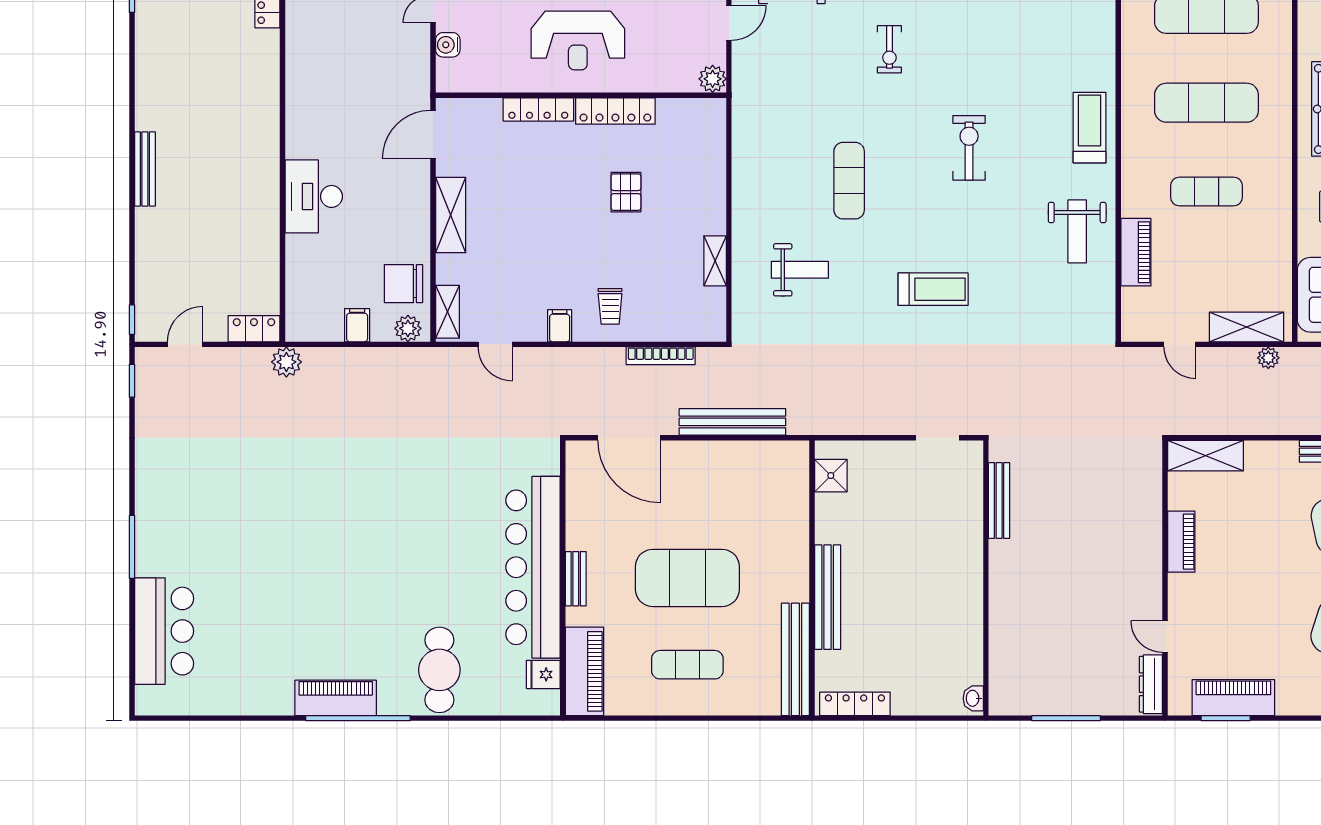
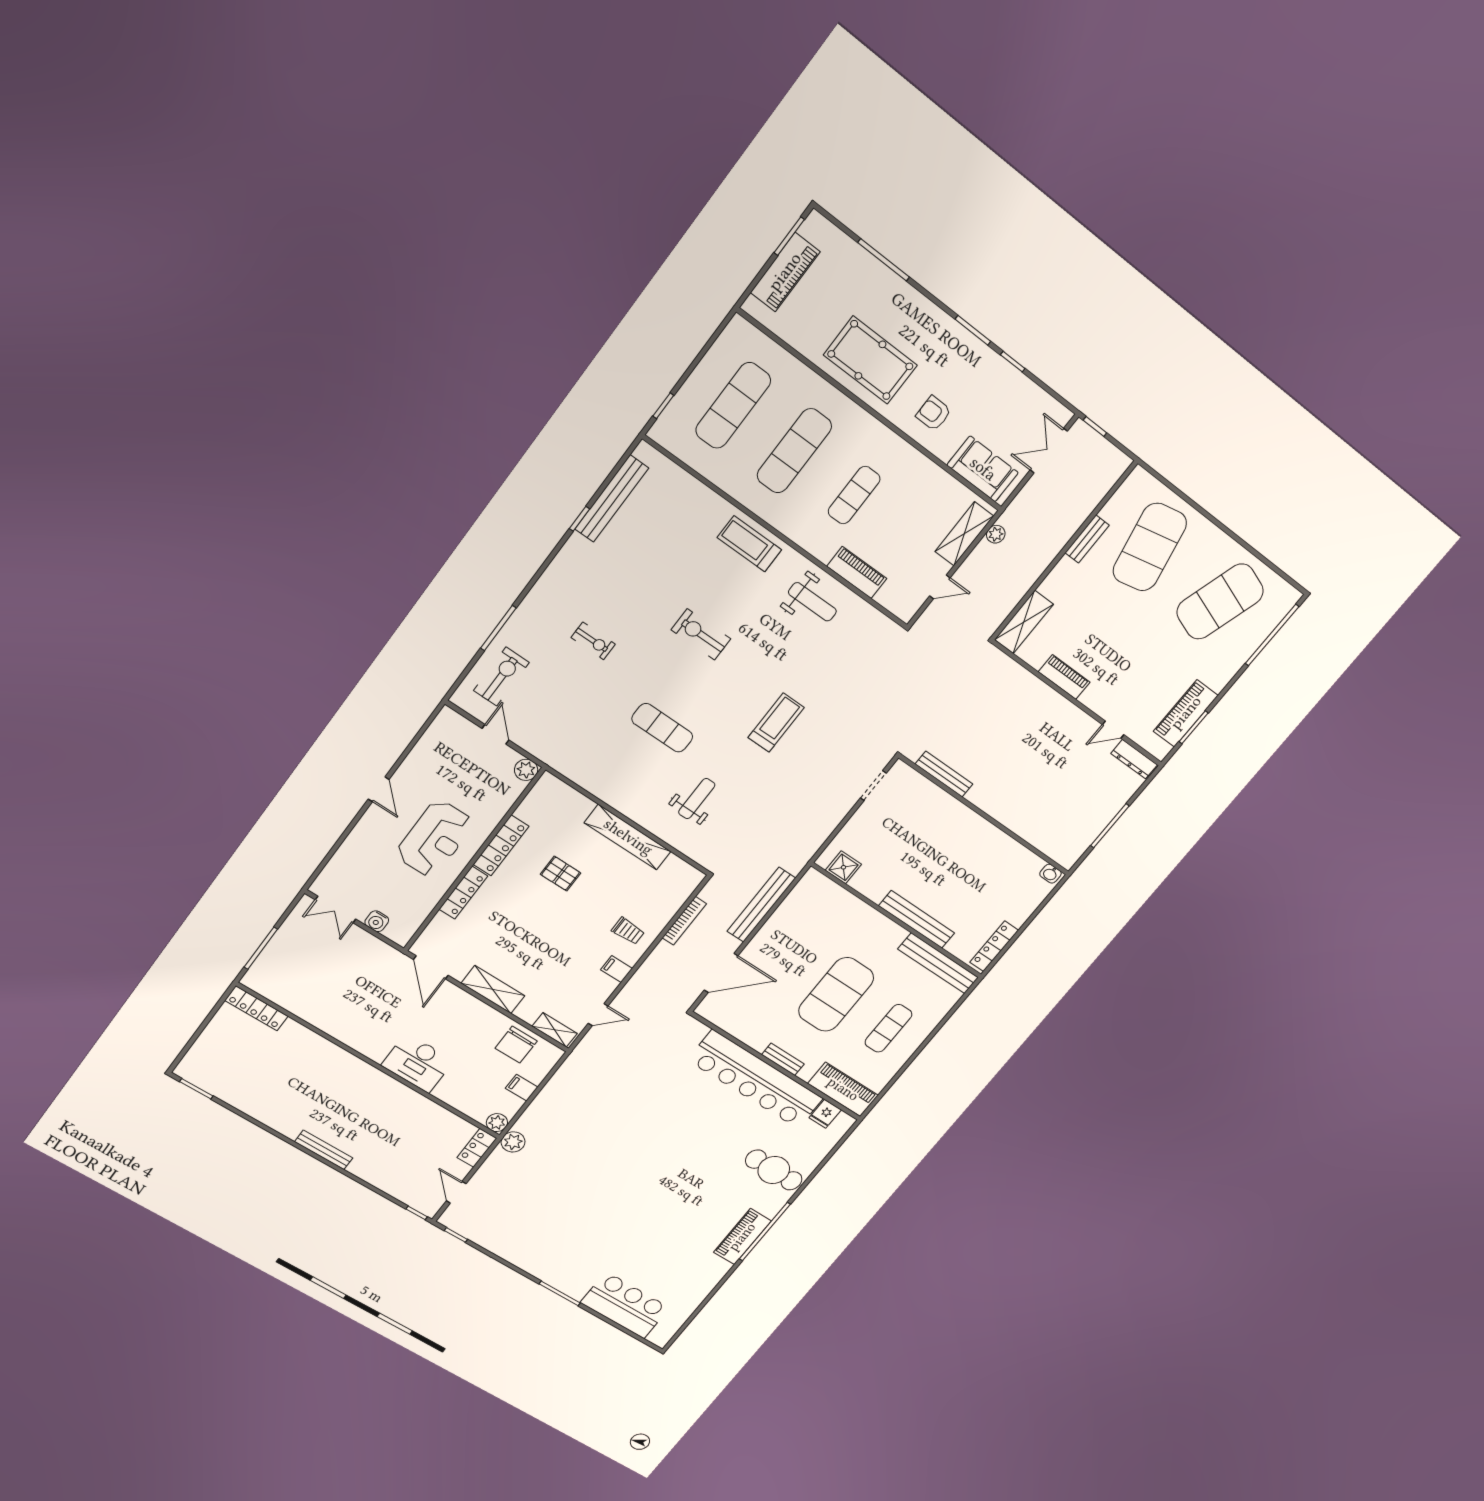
shelving: (715, 261) -> (628, 837), width x2.20, depth x1.33
plant: (408, 328) -> (497, 1123), moved

